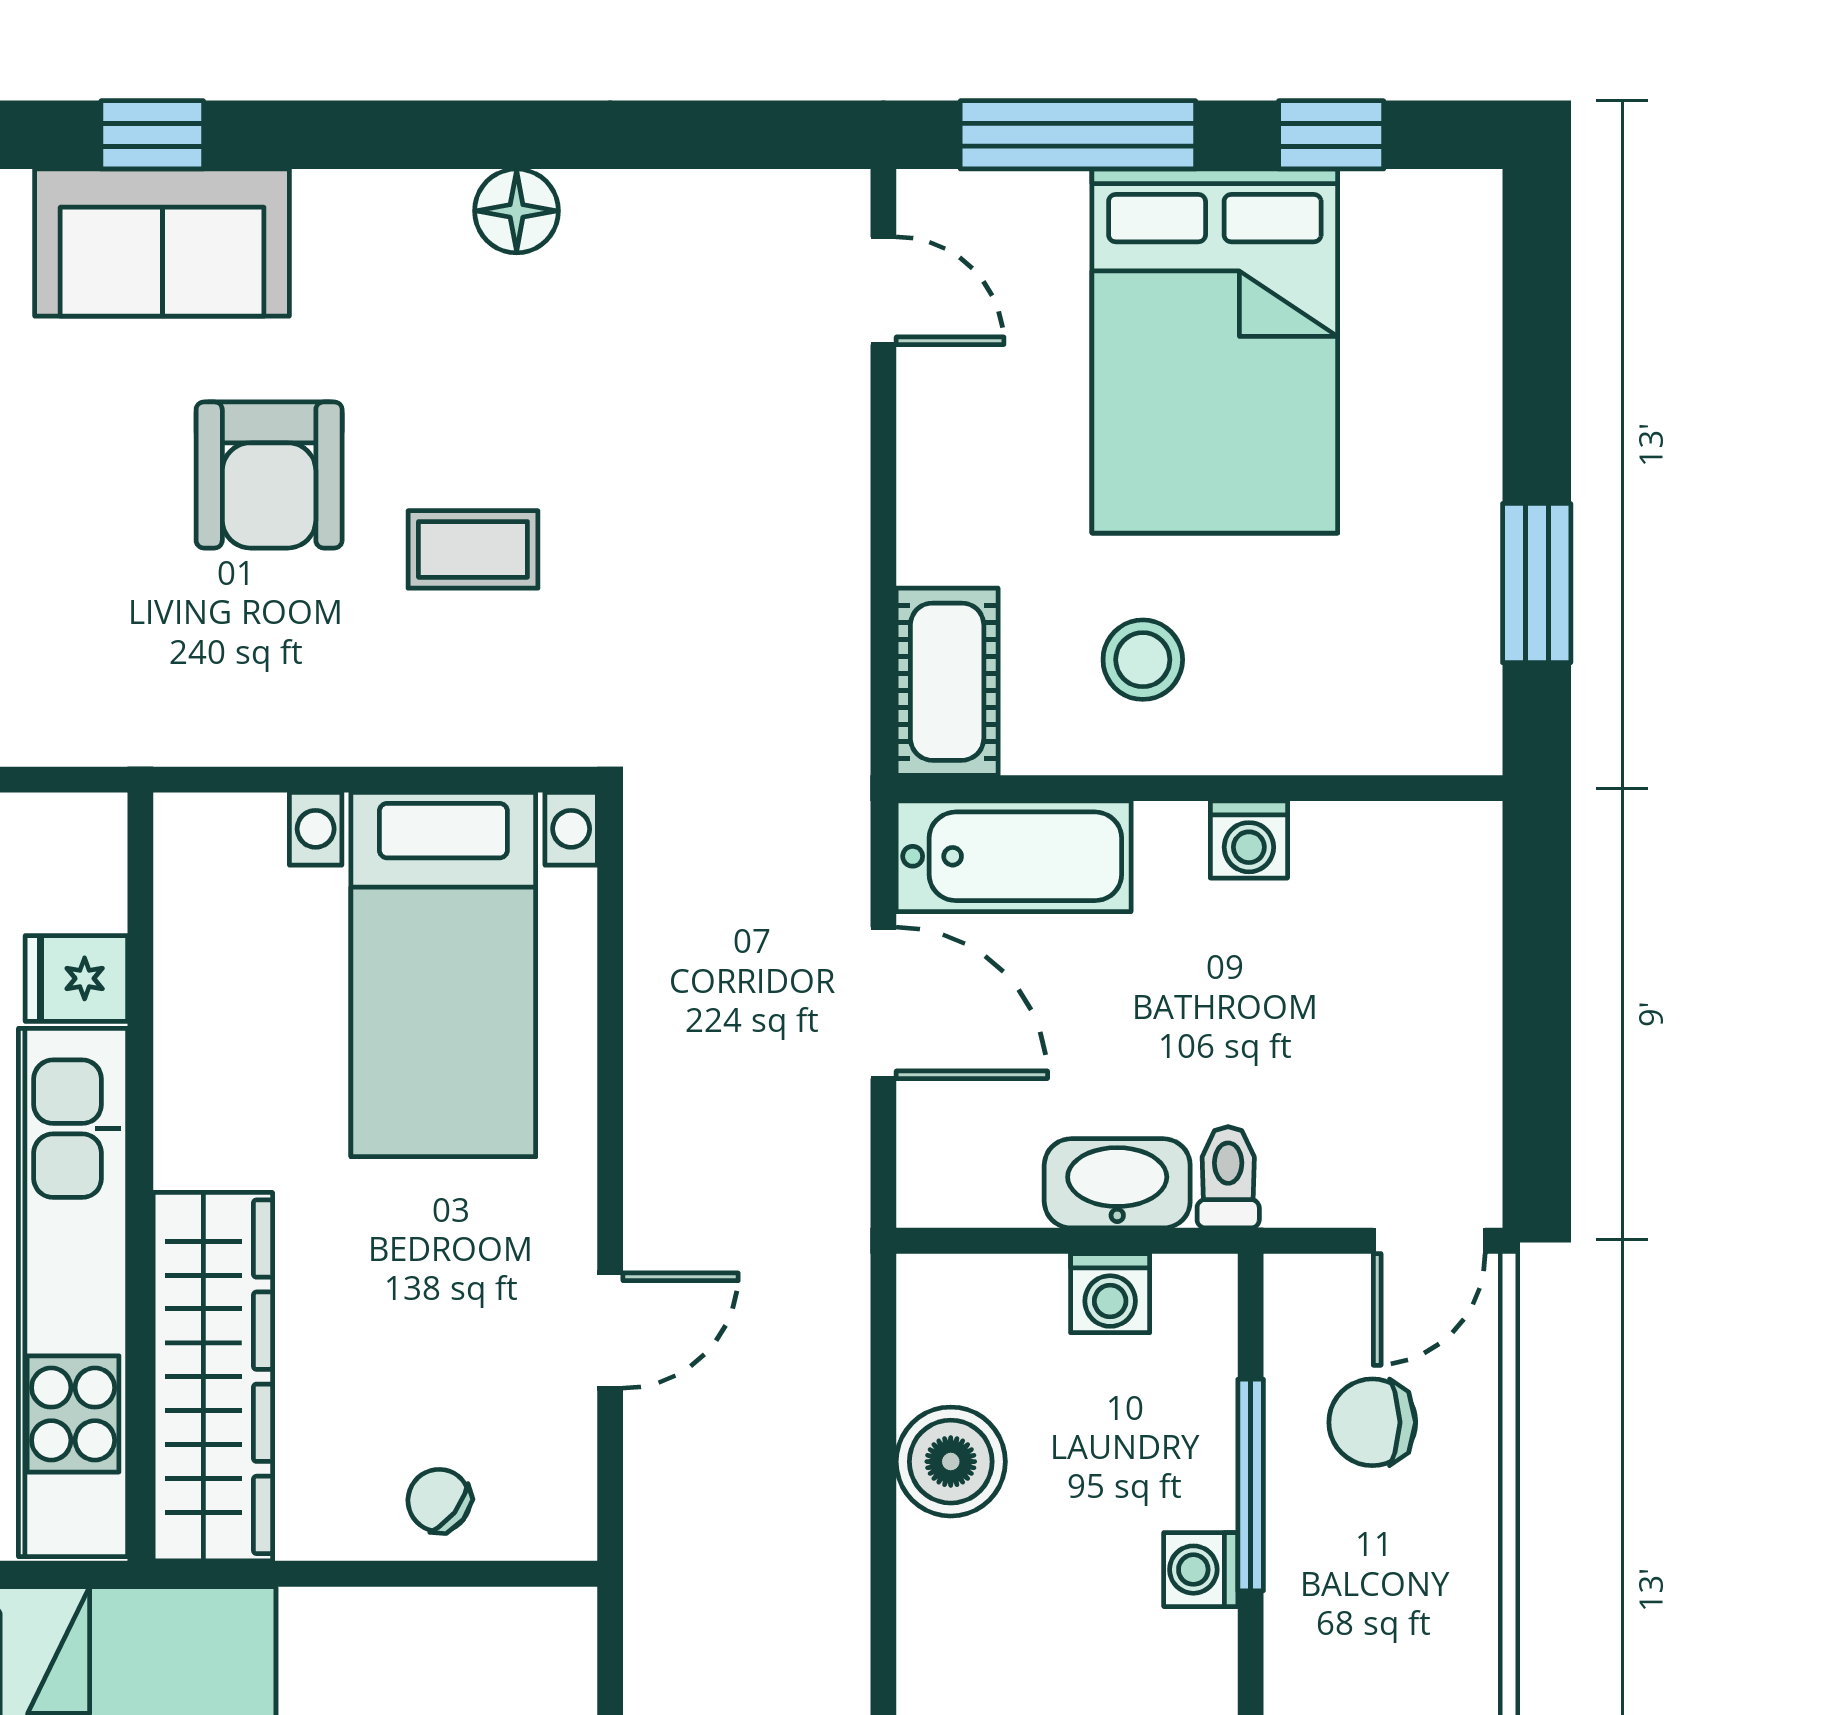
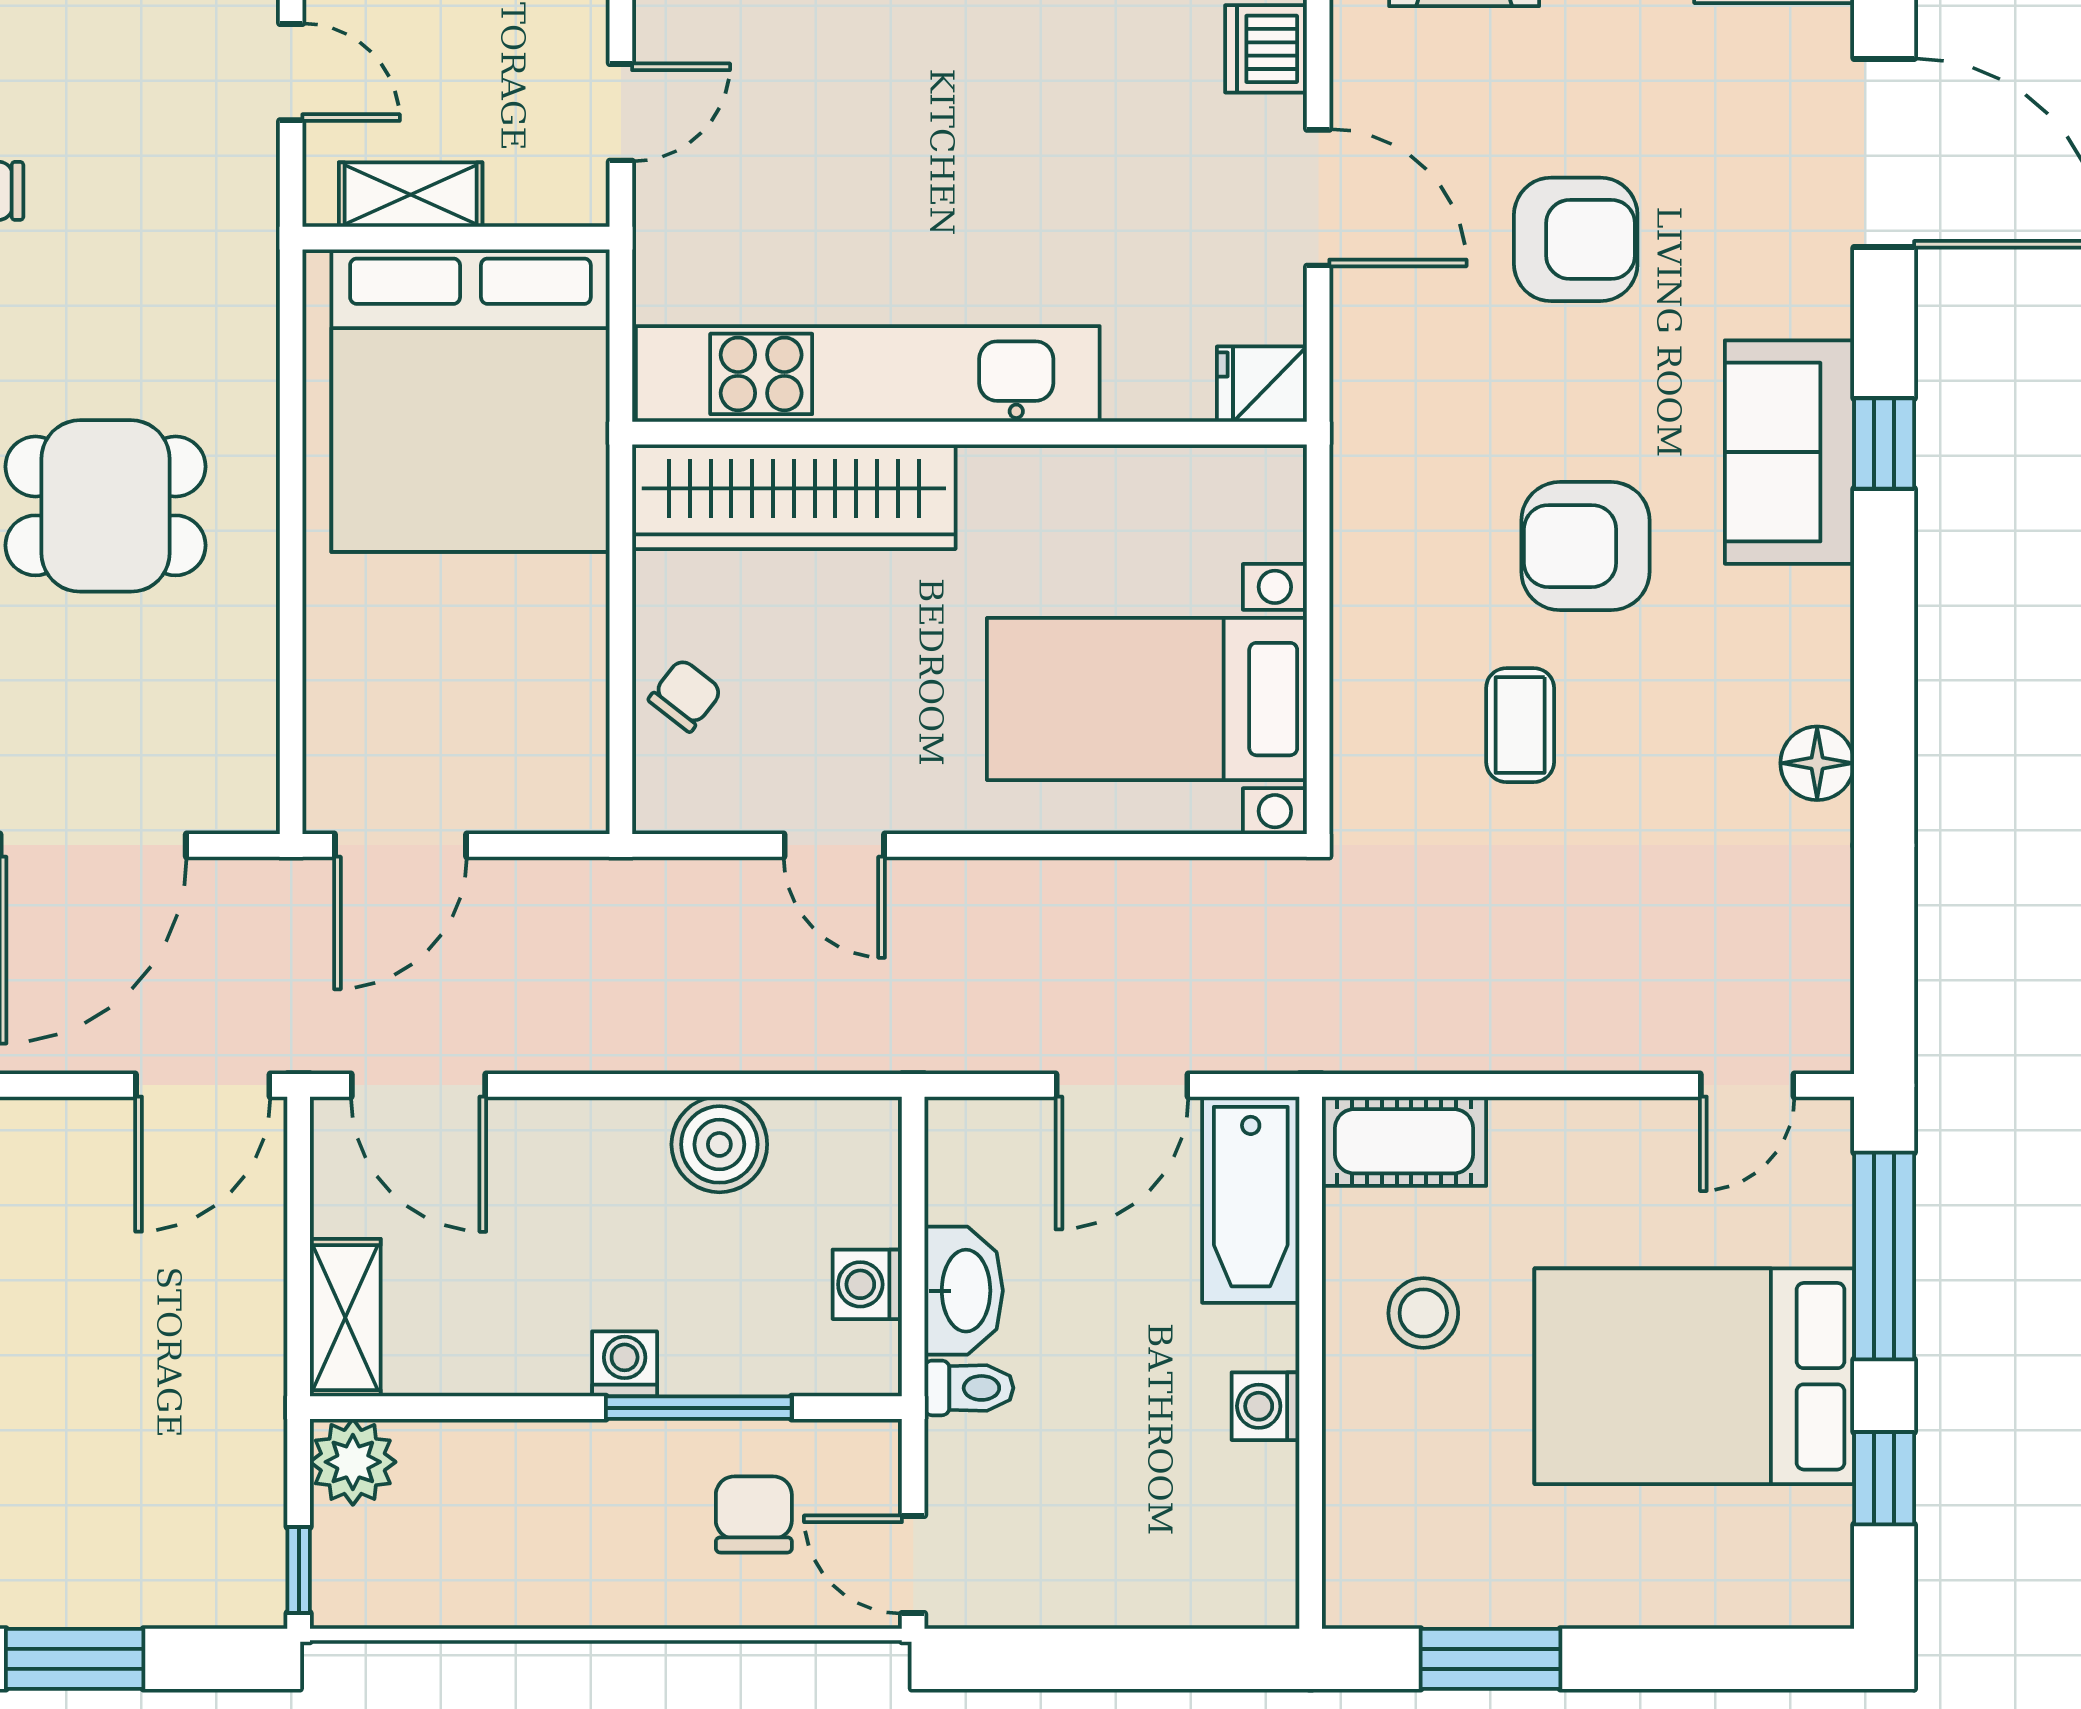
fridge: (76, 978) -> (1262, 384), moved, turned -90

